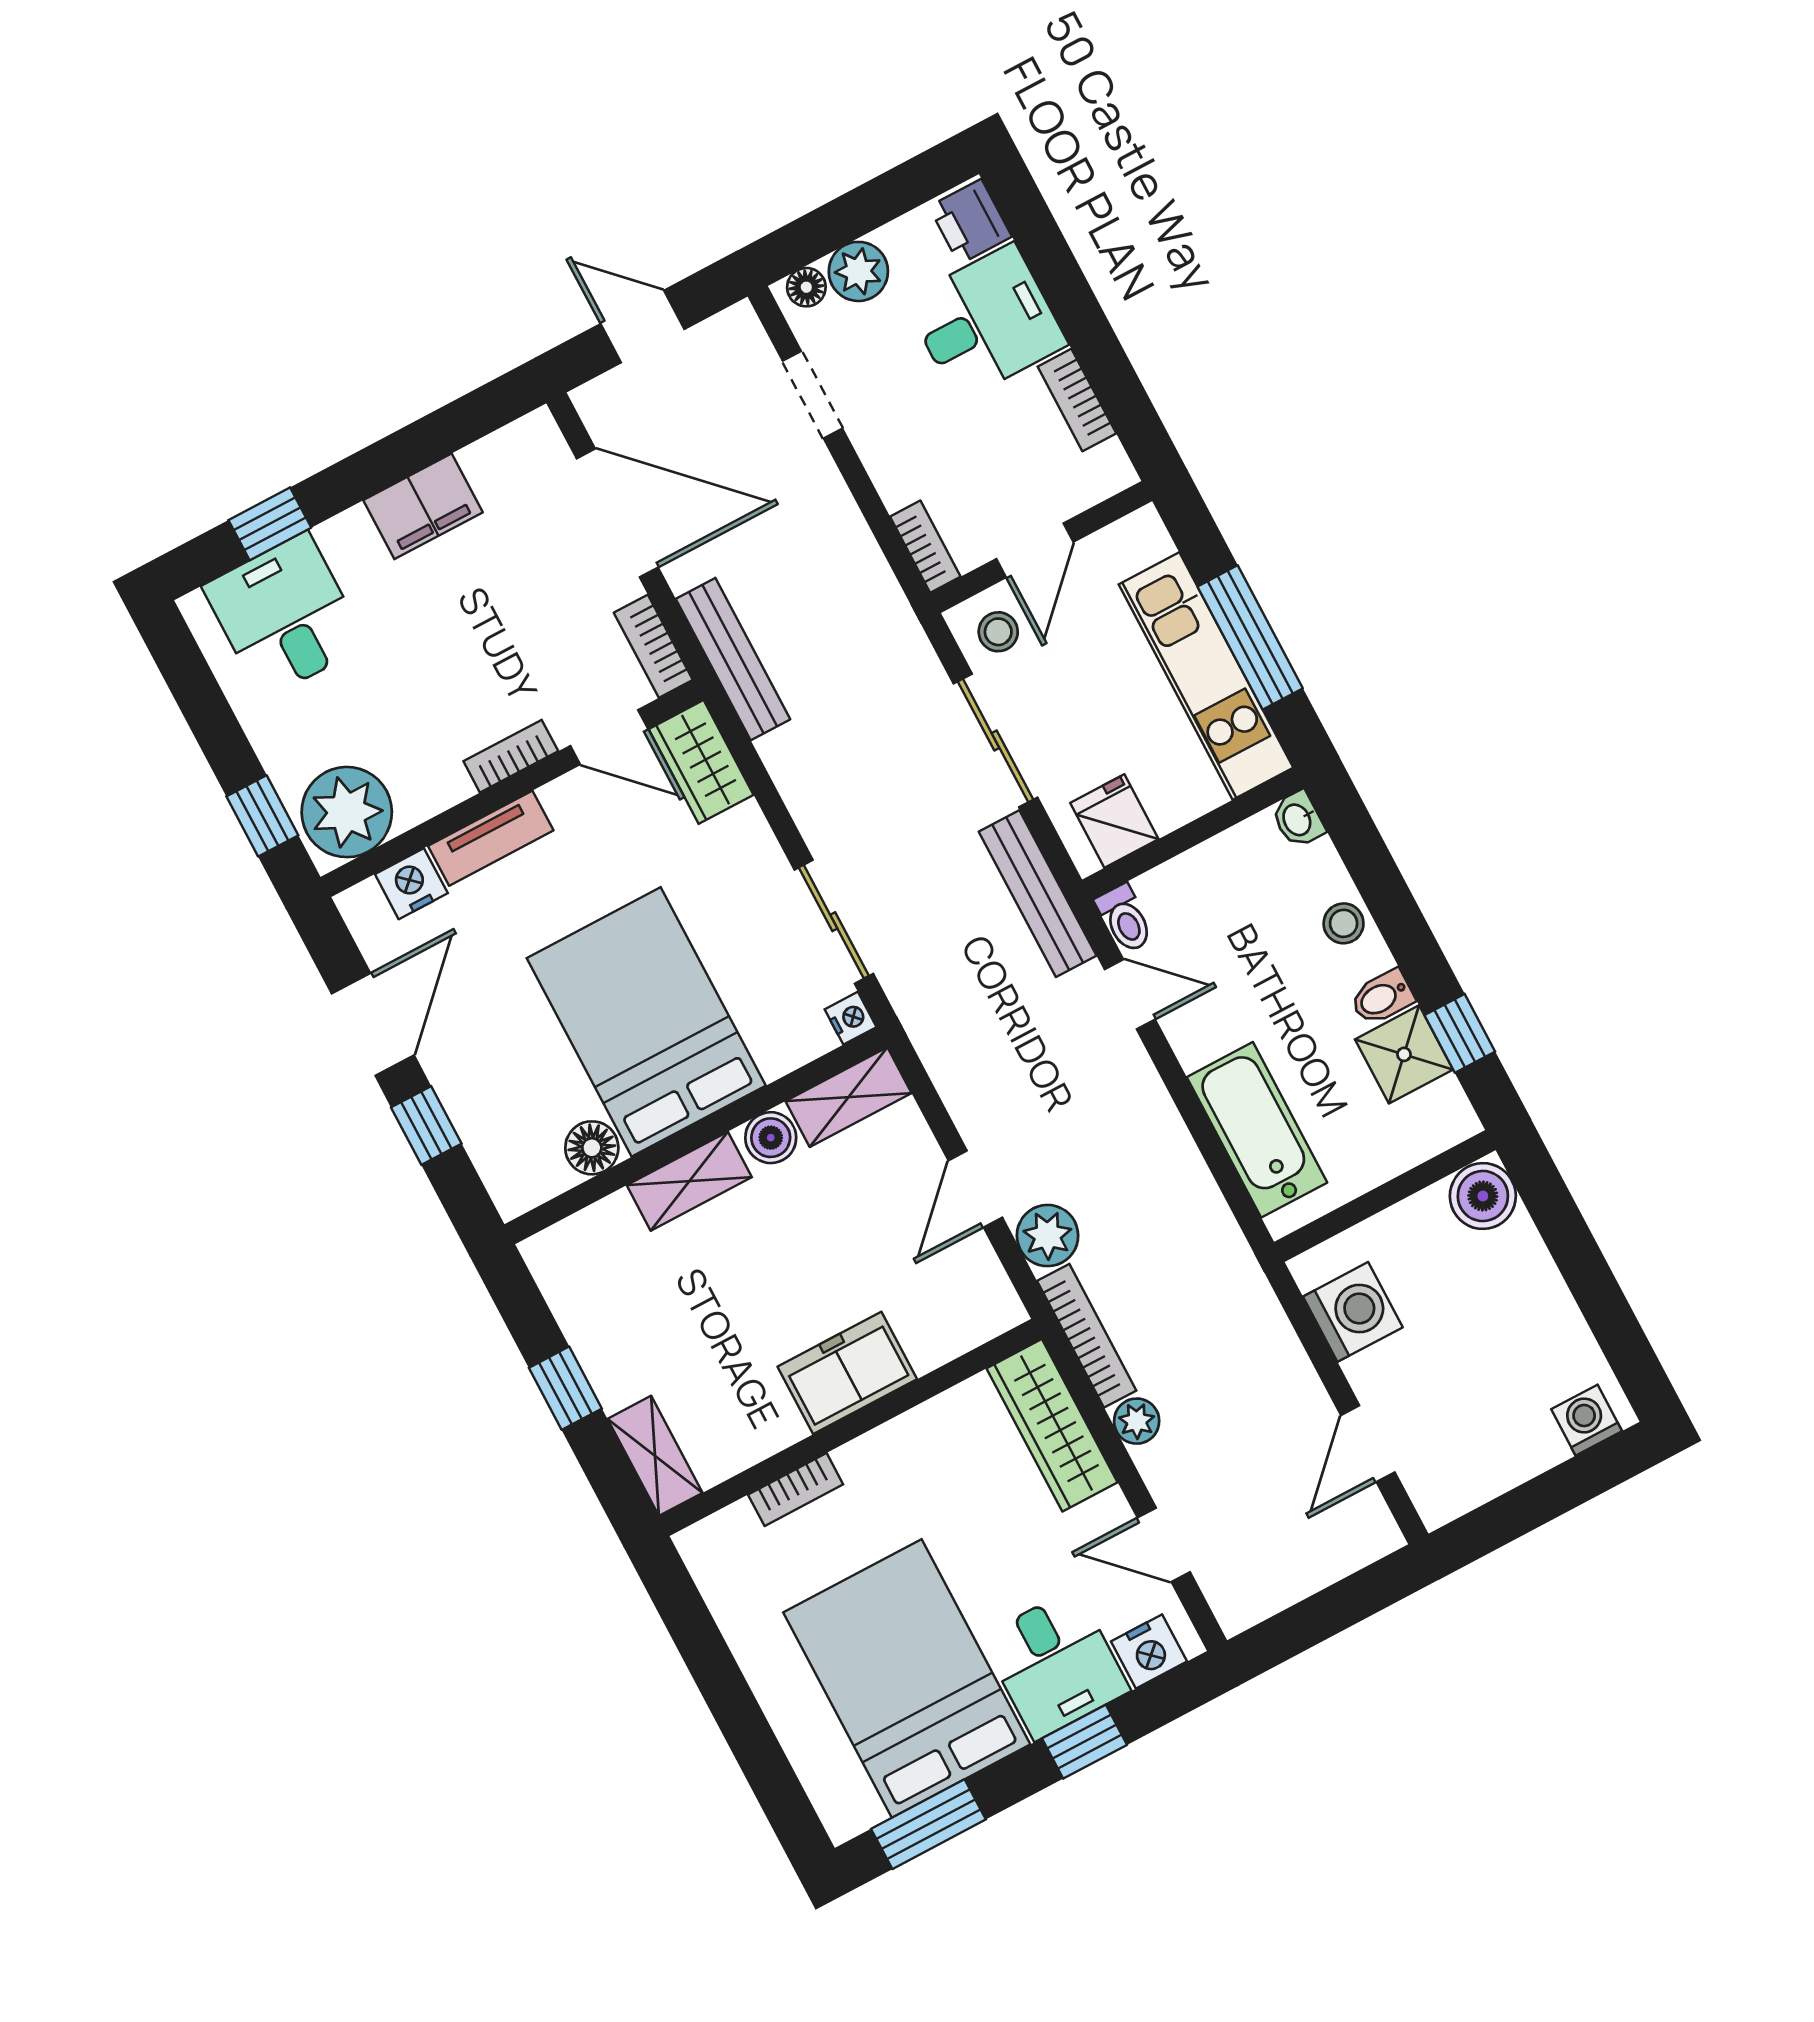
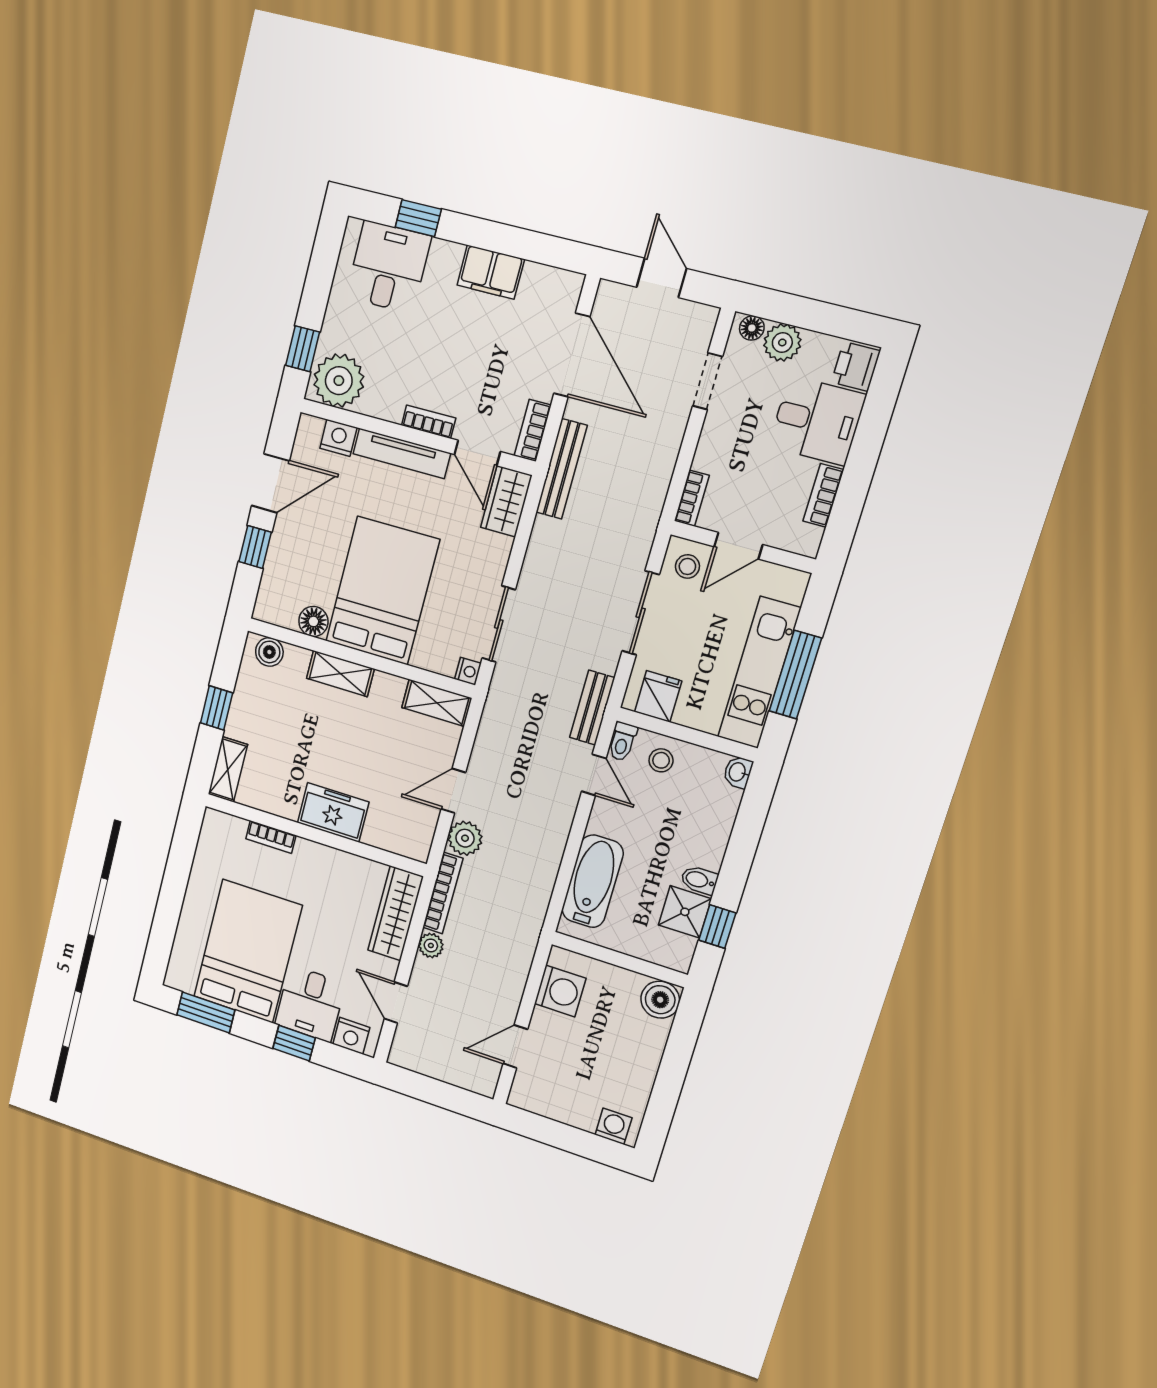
tv unit: (491, 838) -> (402, 453), width x1.41
bench: (1038, 894) -> (592, 708), width x0.73
stool: (1344, 923) -> (661, 760), moved
boiler: (771, 1138) -> (269, 652), moved

